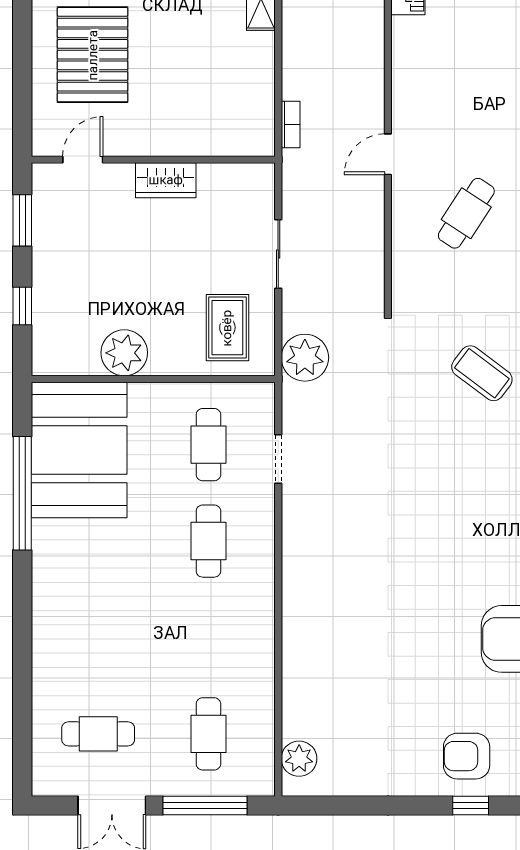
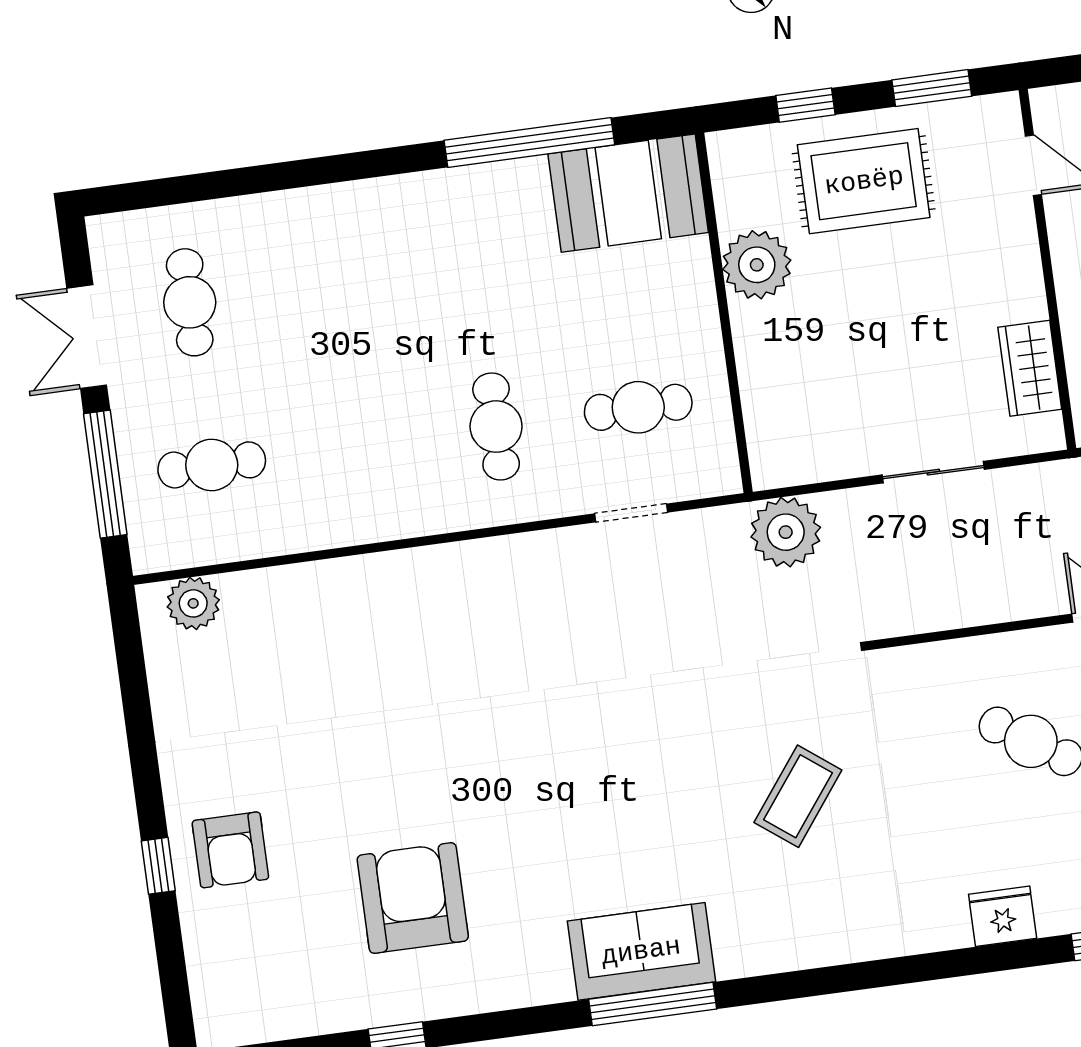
wardrobe: (166, 180) -> (1030, 368), moved
rug: (227, 328) -> (864, 181), moved, width x1.36, depth x1.43
booth: (79, 450) -> (628, 193), width x0.73, depth x0.70
cafe table: (208, 541) -> (496, 427), turned 90
armchair: (467, 756) -> (230, 850), turned 180

